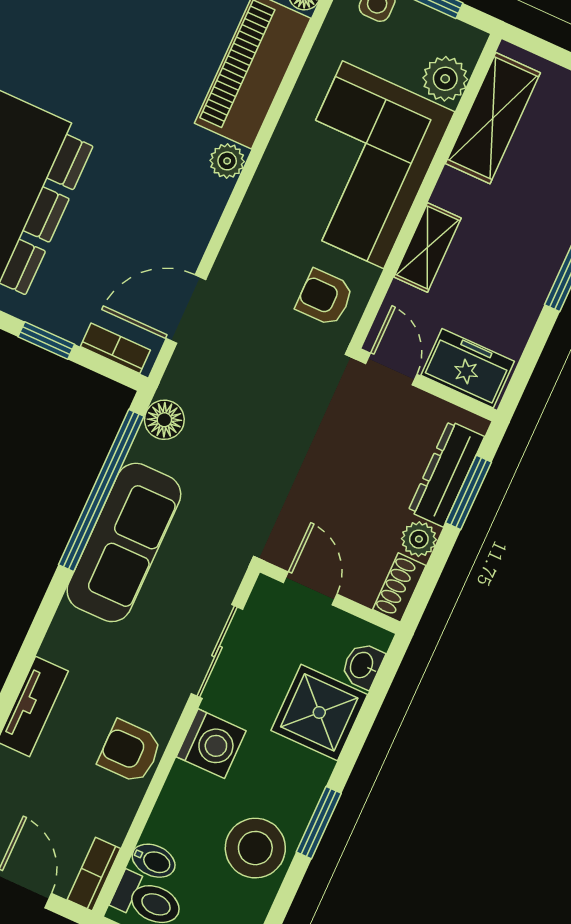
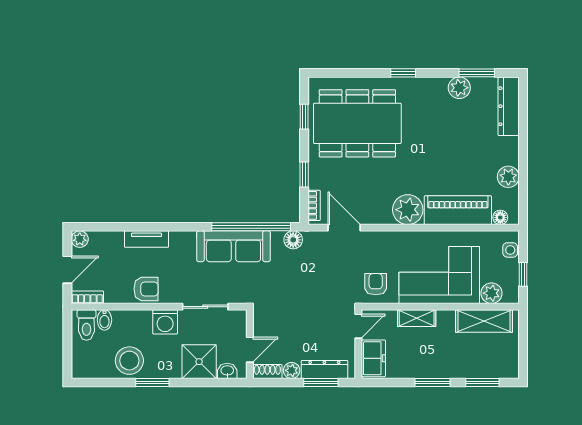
plant: (227, 161) -> (408, 210), width x1.87, depth x1.87
door: (310, 588) -> (250, 350), moved
armchair: (130, 752) -> (146, 289), turned 90

